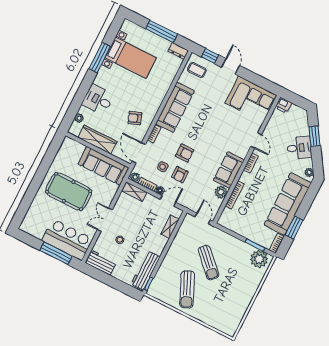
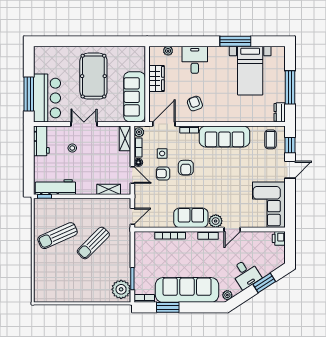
wardrobe: (97, 140) -> (157, 78), width x0.67
plant: (221, 192) -> (216, 221), moved

